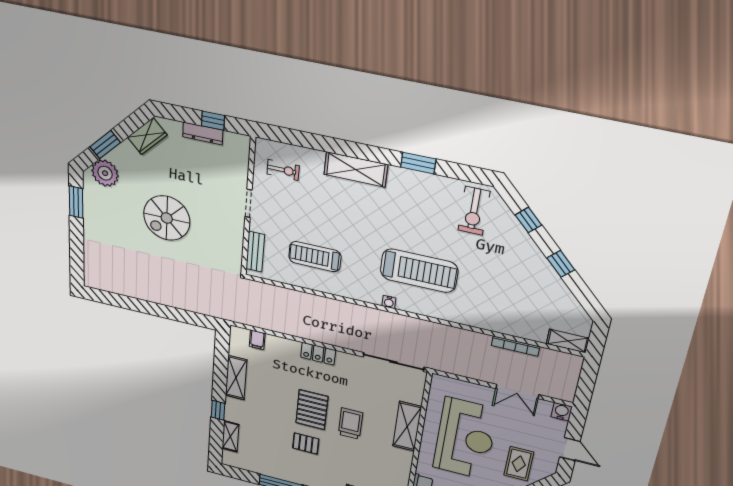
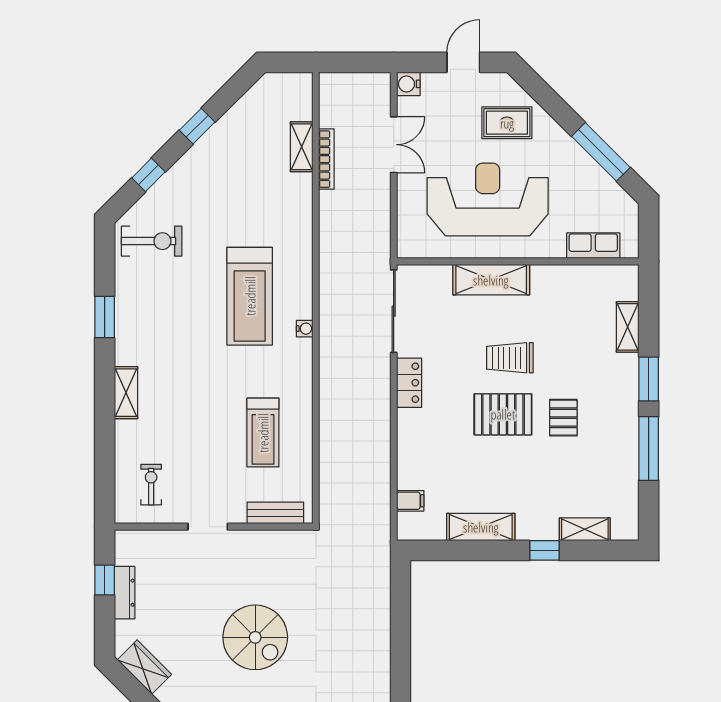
shelving: (356, 169) -> (126, 393), width x0.67, depth x0.75
treadmill: (419, 271) -> (250, 296), turned 180
shelving: (568, 341) -> (302, 147), moved
locker: (318, 354) -> (409, 383), moved

